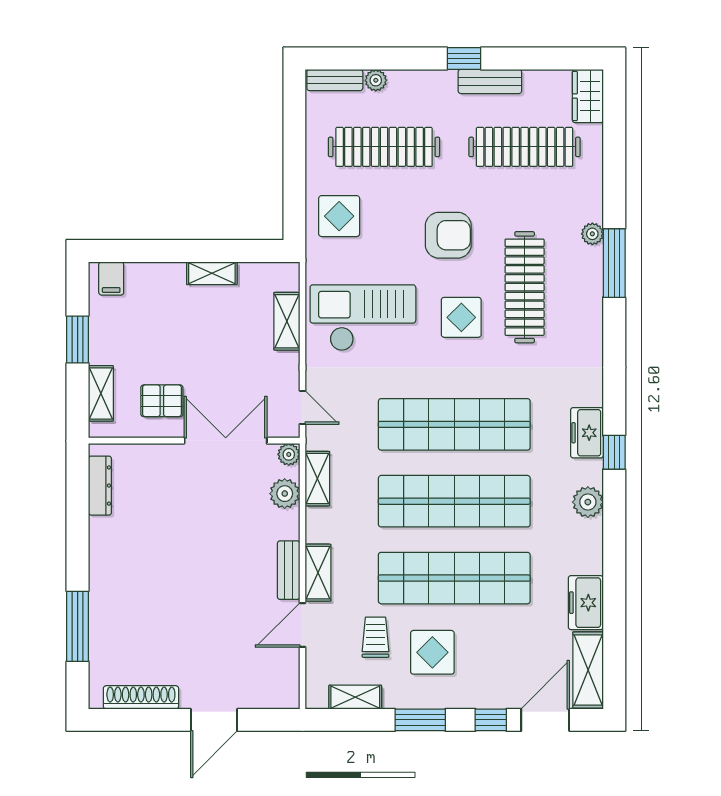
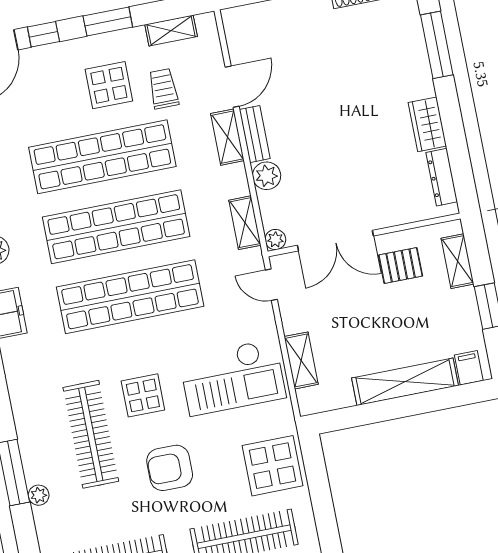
display table: (339, 216) -> (272, 466), width x1.36, depth x1.36
shelving: (212, 273) -> (405, 382), width x2.20, depth x1.33
plant: (285, 494) -> (267, 176), moved
wardrobe: (104, 544) -> (427, 124), added
trolley: (376, 637) -> (163, 89), turned 180

